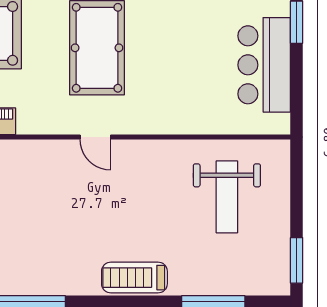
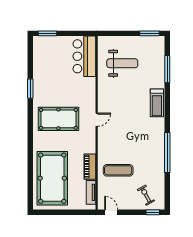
bar counter: (264, 65) -> (84, 56), moved, turned 90

